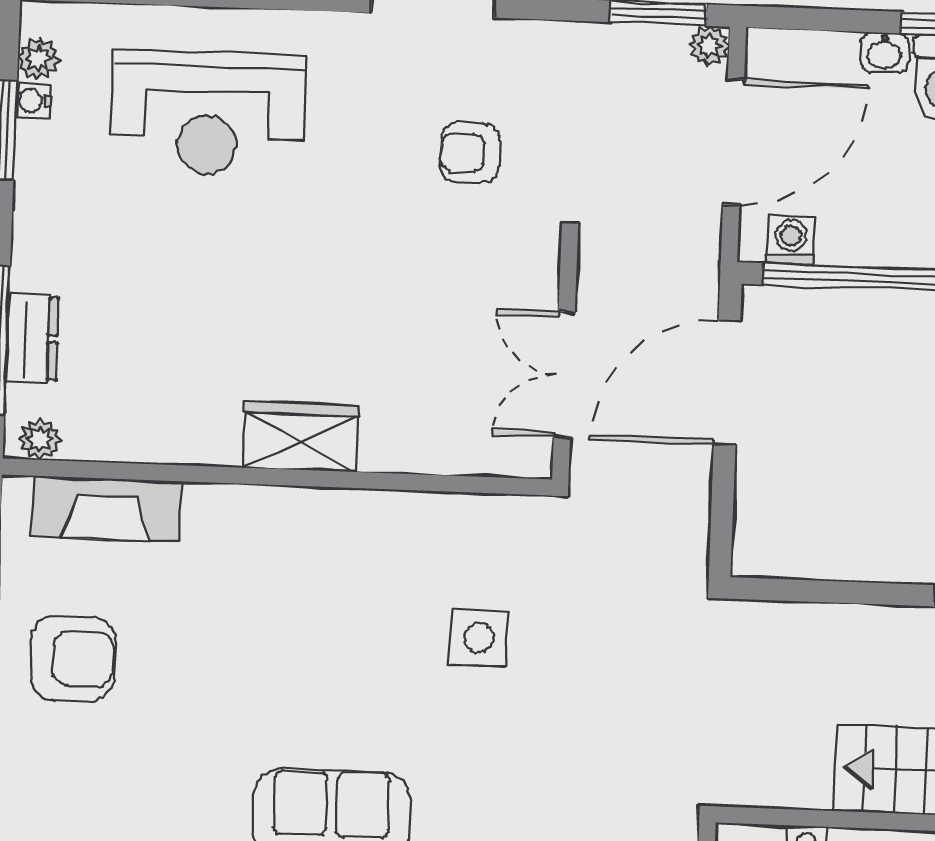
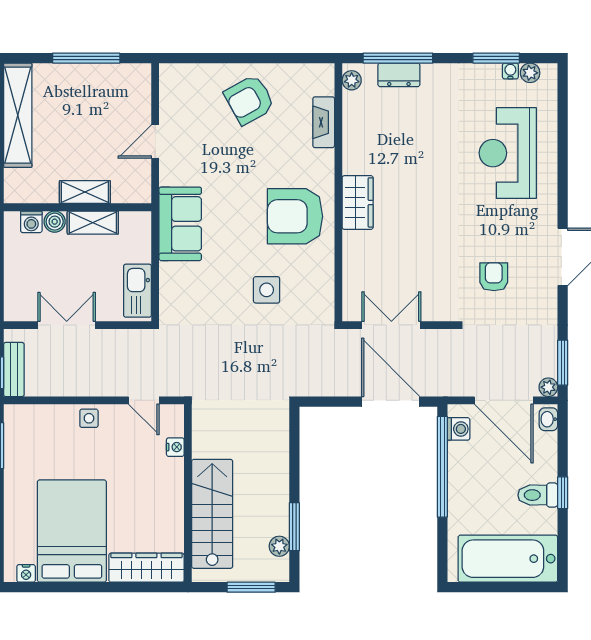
washbasin: (884, 52) -> (548, 419), moved
fireplace: (107, 509) -> (324, 122), width x0.73, depth x0.76
armchair: (325, 571) -> (295, 216), added
armchair: (73, 659) -> (249, 100), turned 61

